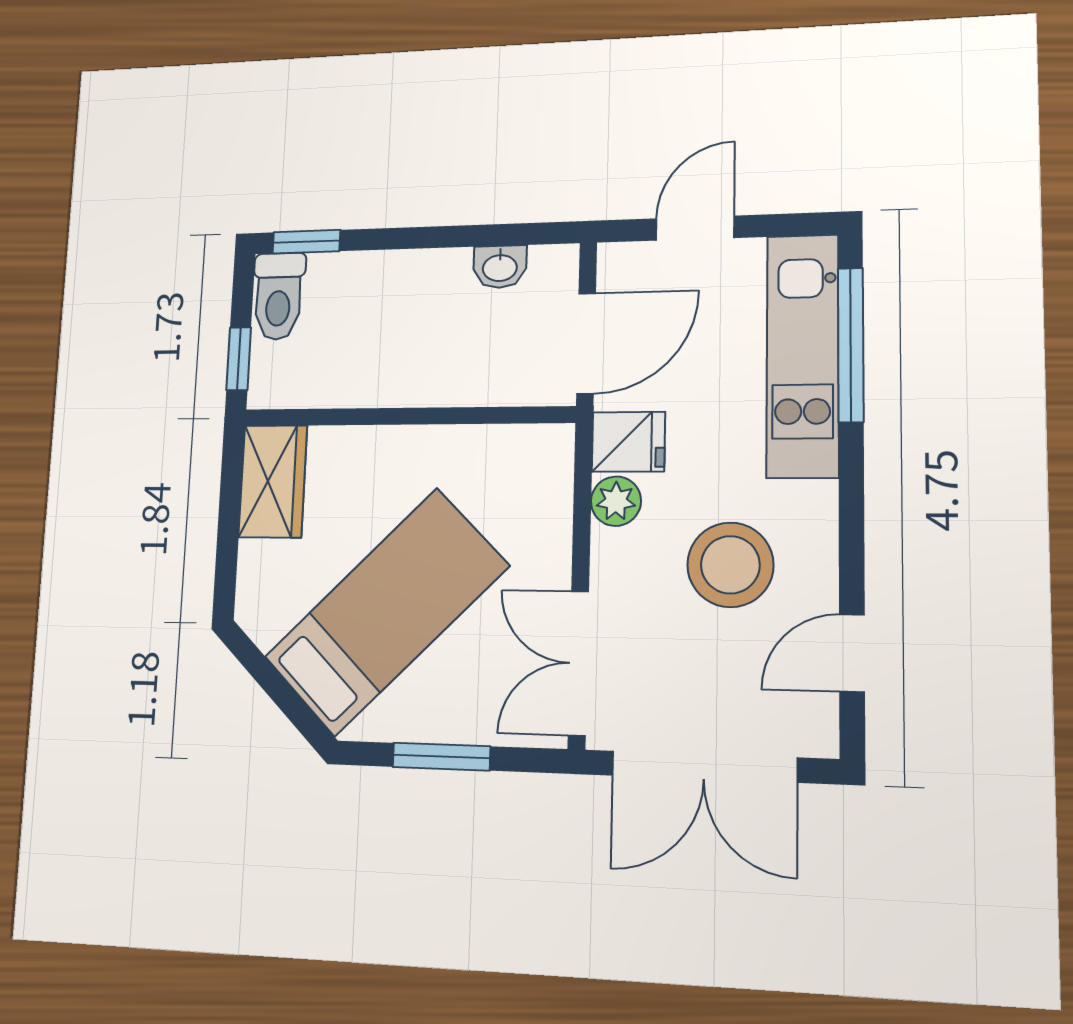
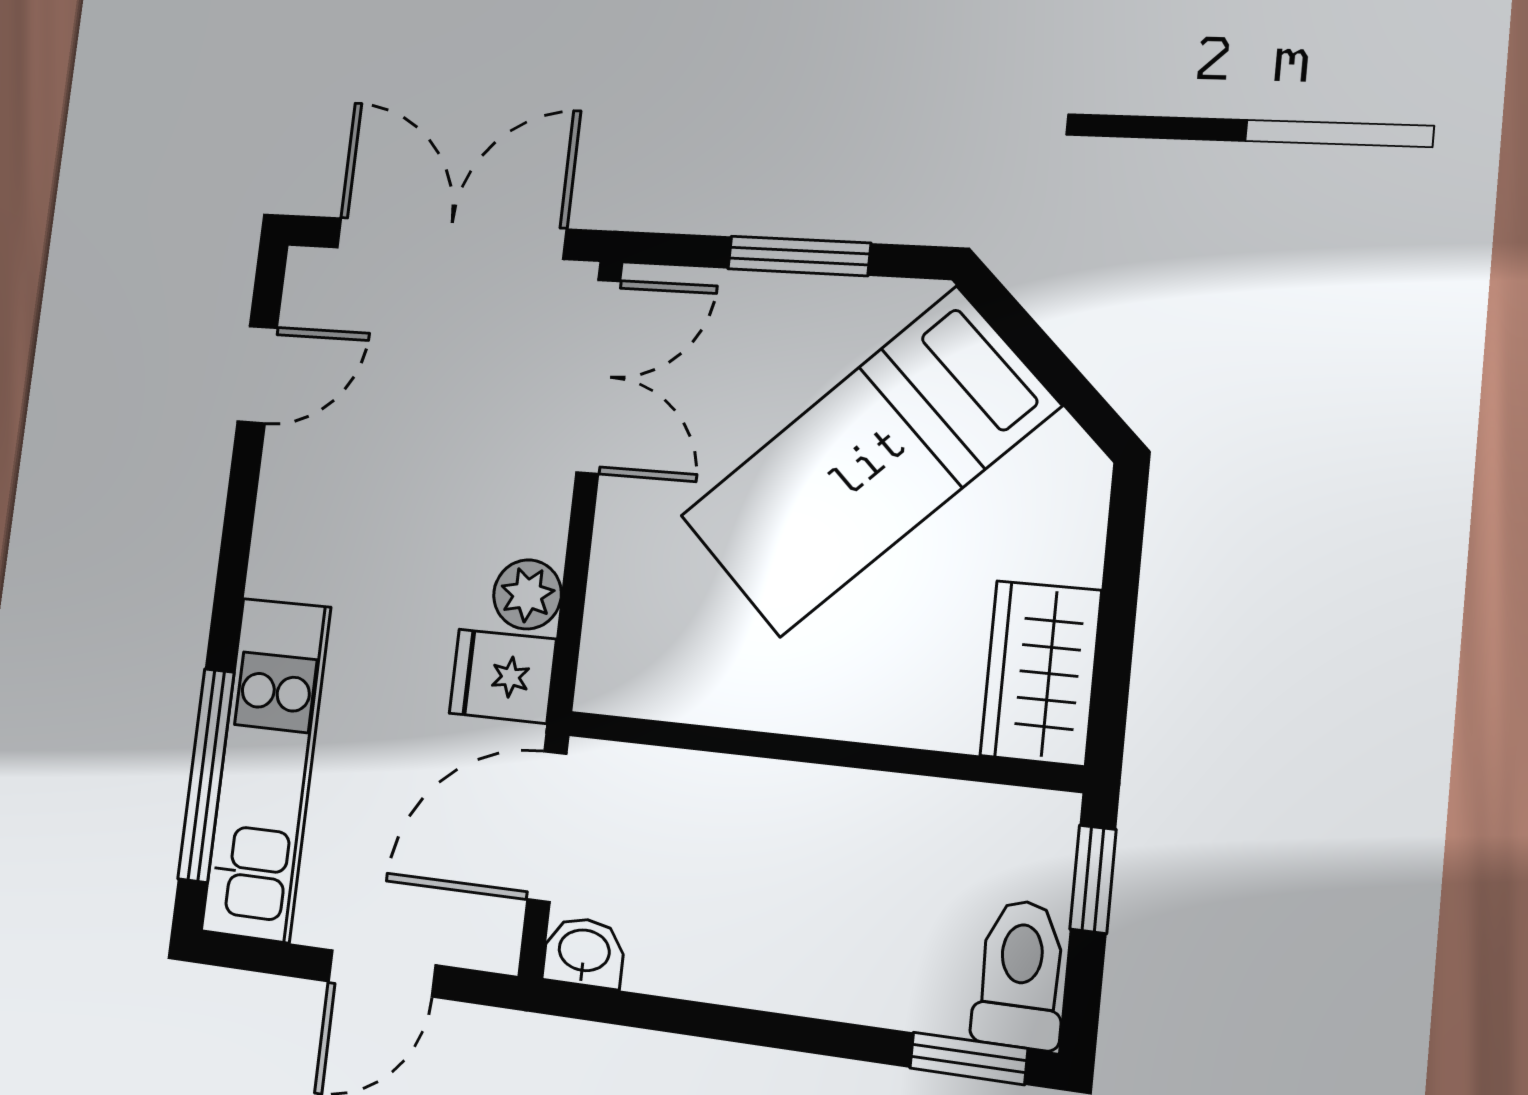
washbasin: (500, 267) -> (584, 952), moved
stool: (730, 565) -> (389, 496), removed

